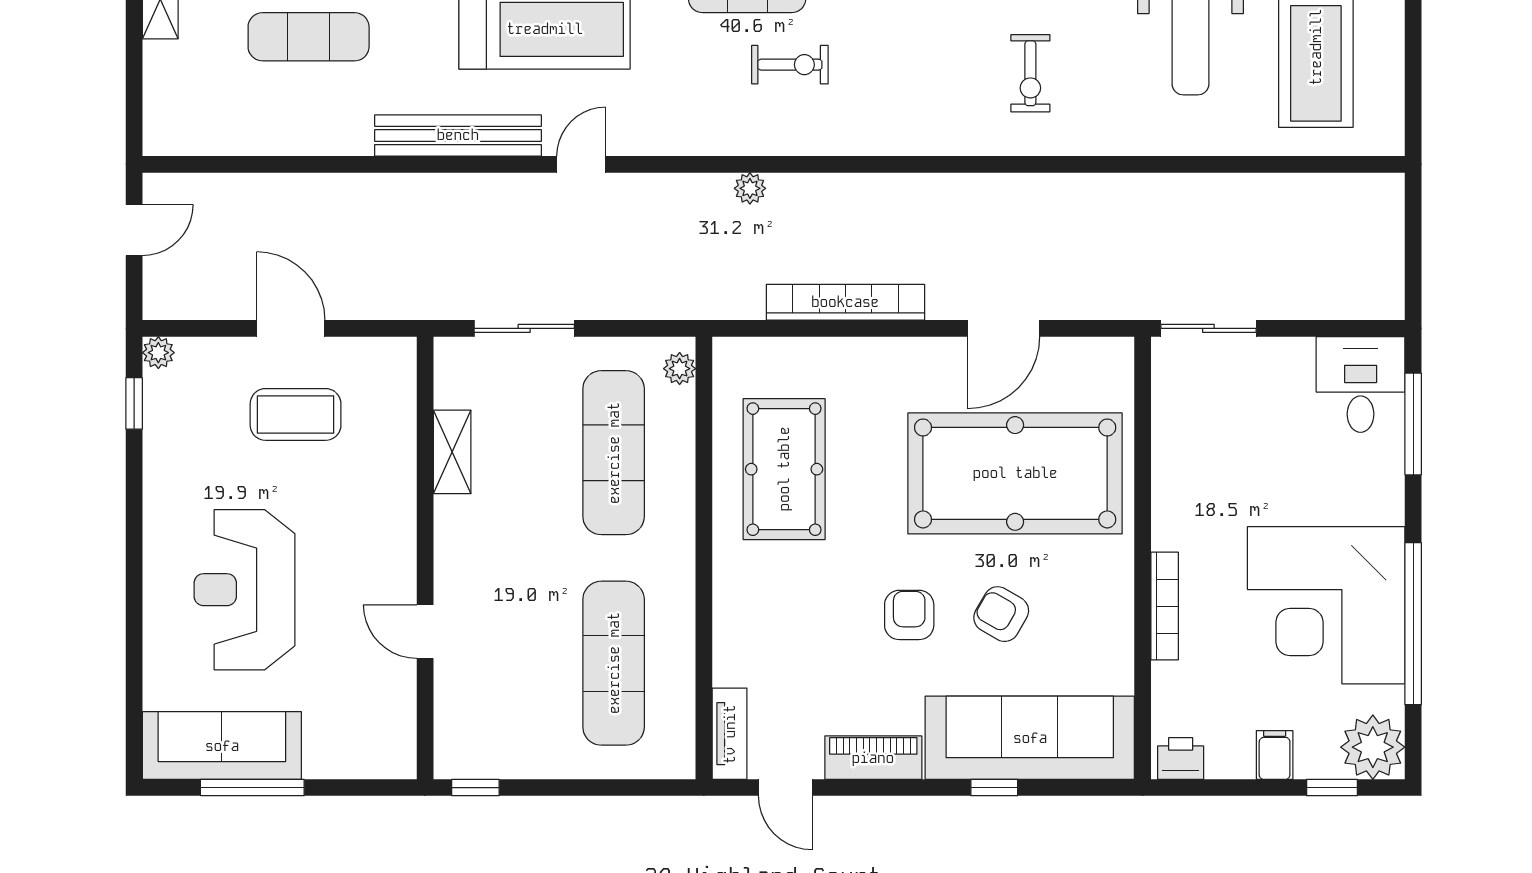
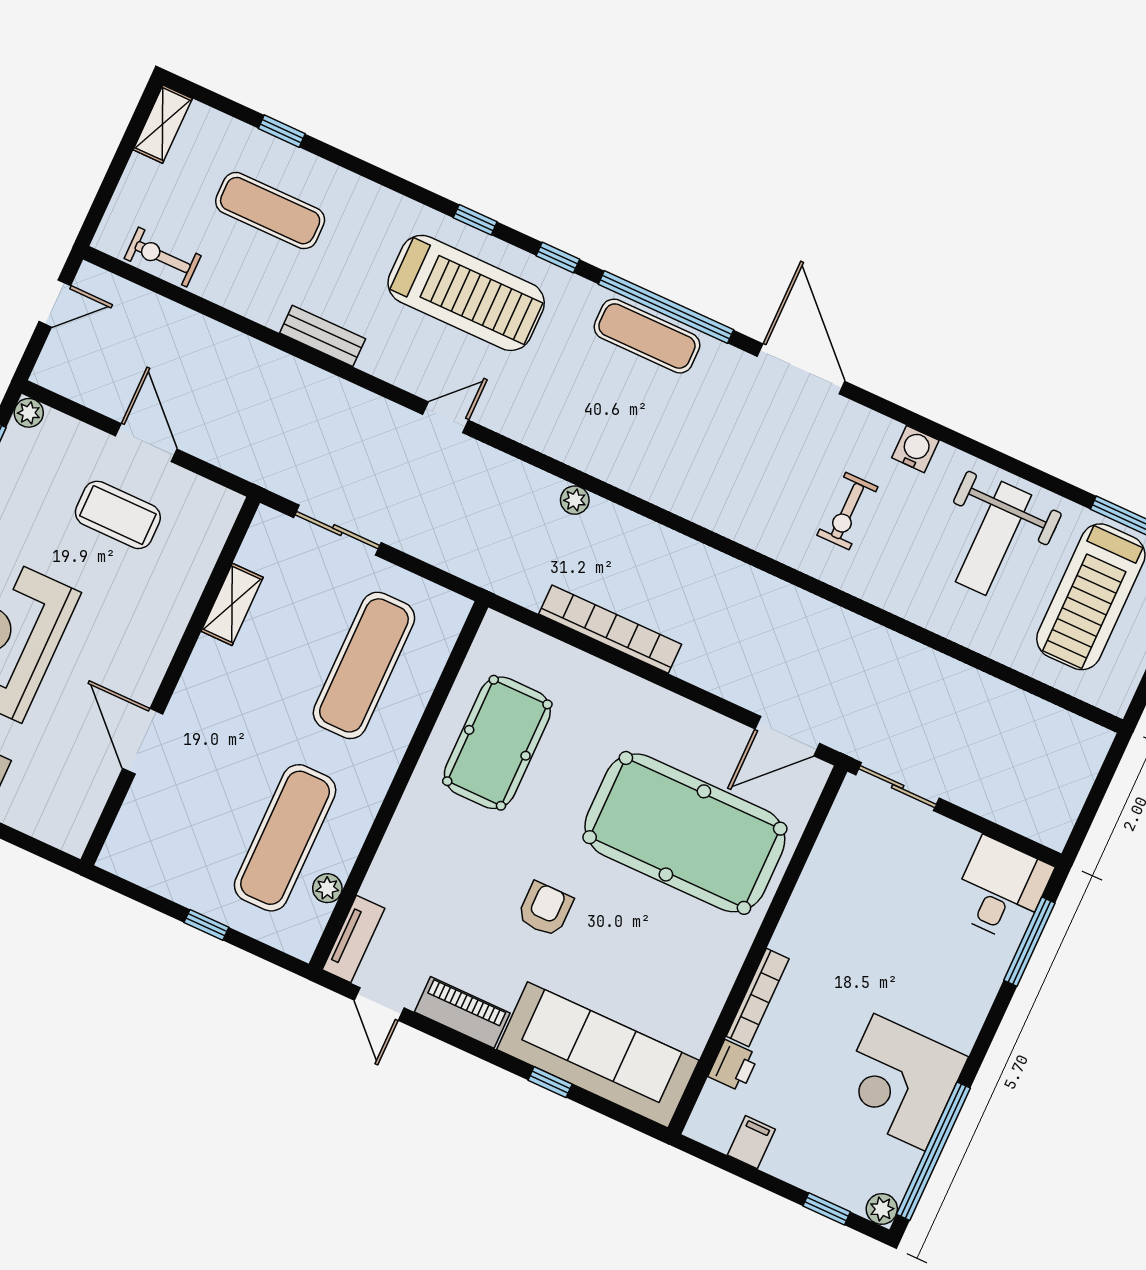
exercise bike: (790, 65) -> (163, 257), moved, turned 180
bench: (458, 135) -> (323, 336), width x0.54, depth x0.82
door: (1004, 328) -> (787, 736), moved
plant: (680, 369) -> (327, 888), moved
corner desk: (1326, 605) -> (899, 1082), width x0.74, depth x0.74
armchair: (1001, 614) -> (621, 943), removed
window: (1413, 624) -> (933, 1151), moved
door: (425, 632) -> (143, 741), width x1.38
plant: (1373, 747) -> (882, 1209), width x0.53, depth x0.53
filing cabinet: (1275, 755) -> (751, 1142), moved
printer: (1181, 758) -> (733, 1066), moved, turned 90
window: (475, 788) -> (206, 925), moved

